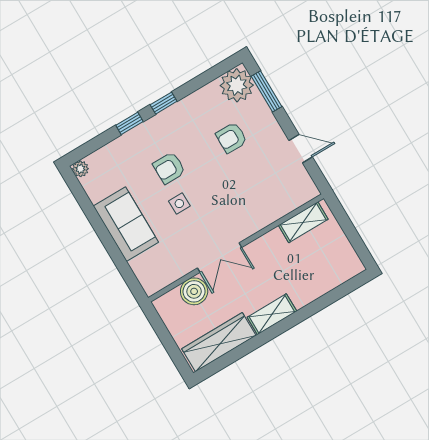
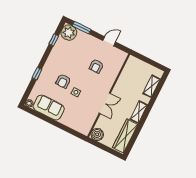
window: (164, 103) -> (54, 40), moved
armchair: (231, 138) -> (96, 66), moved
shelving: (303, 222) -> (152, 86), moved
sofa: (126, 224) -> (49, 108), moved
boiler: (194, 291) -> (97, 134), moved

